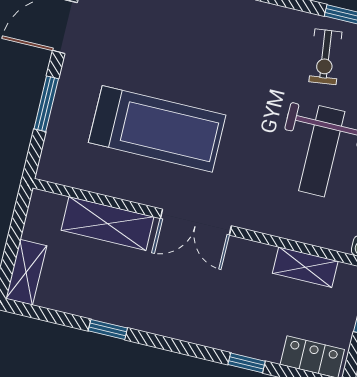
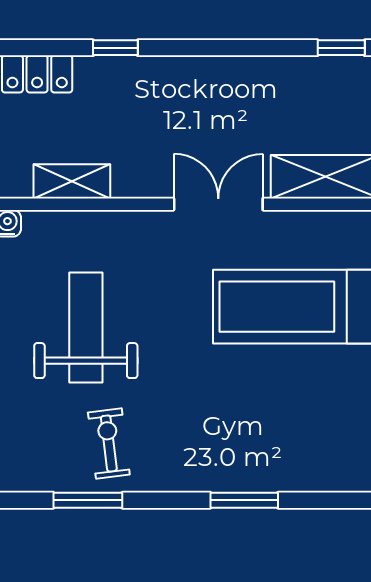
window: (108, 329) -> (341, 48), moved

